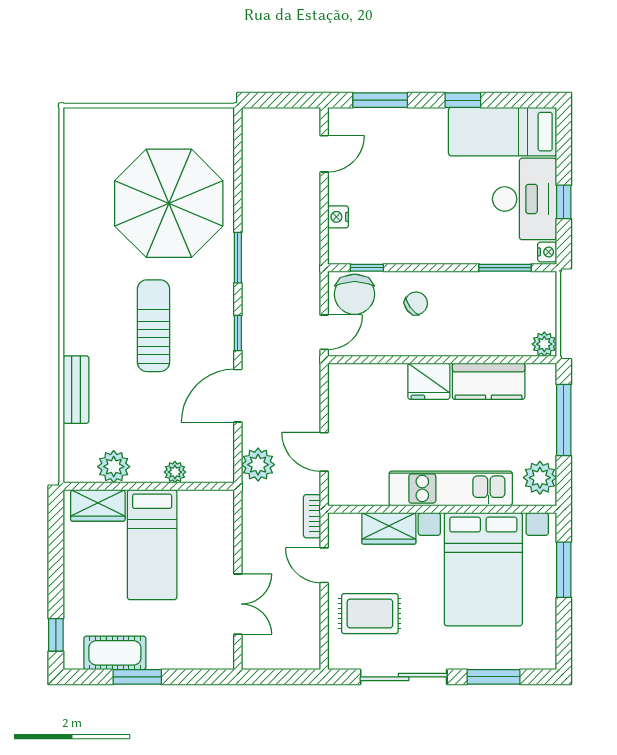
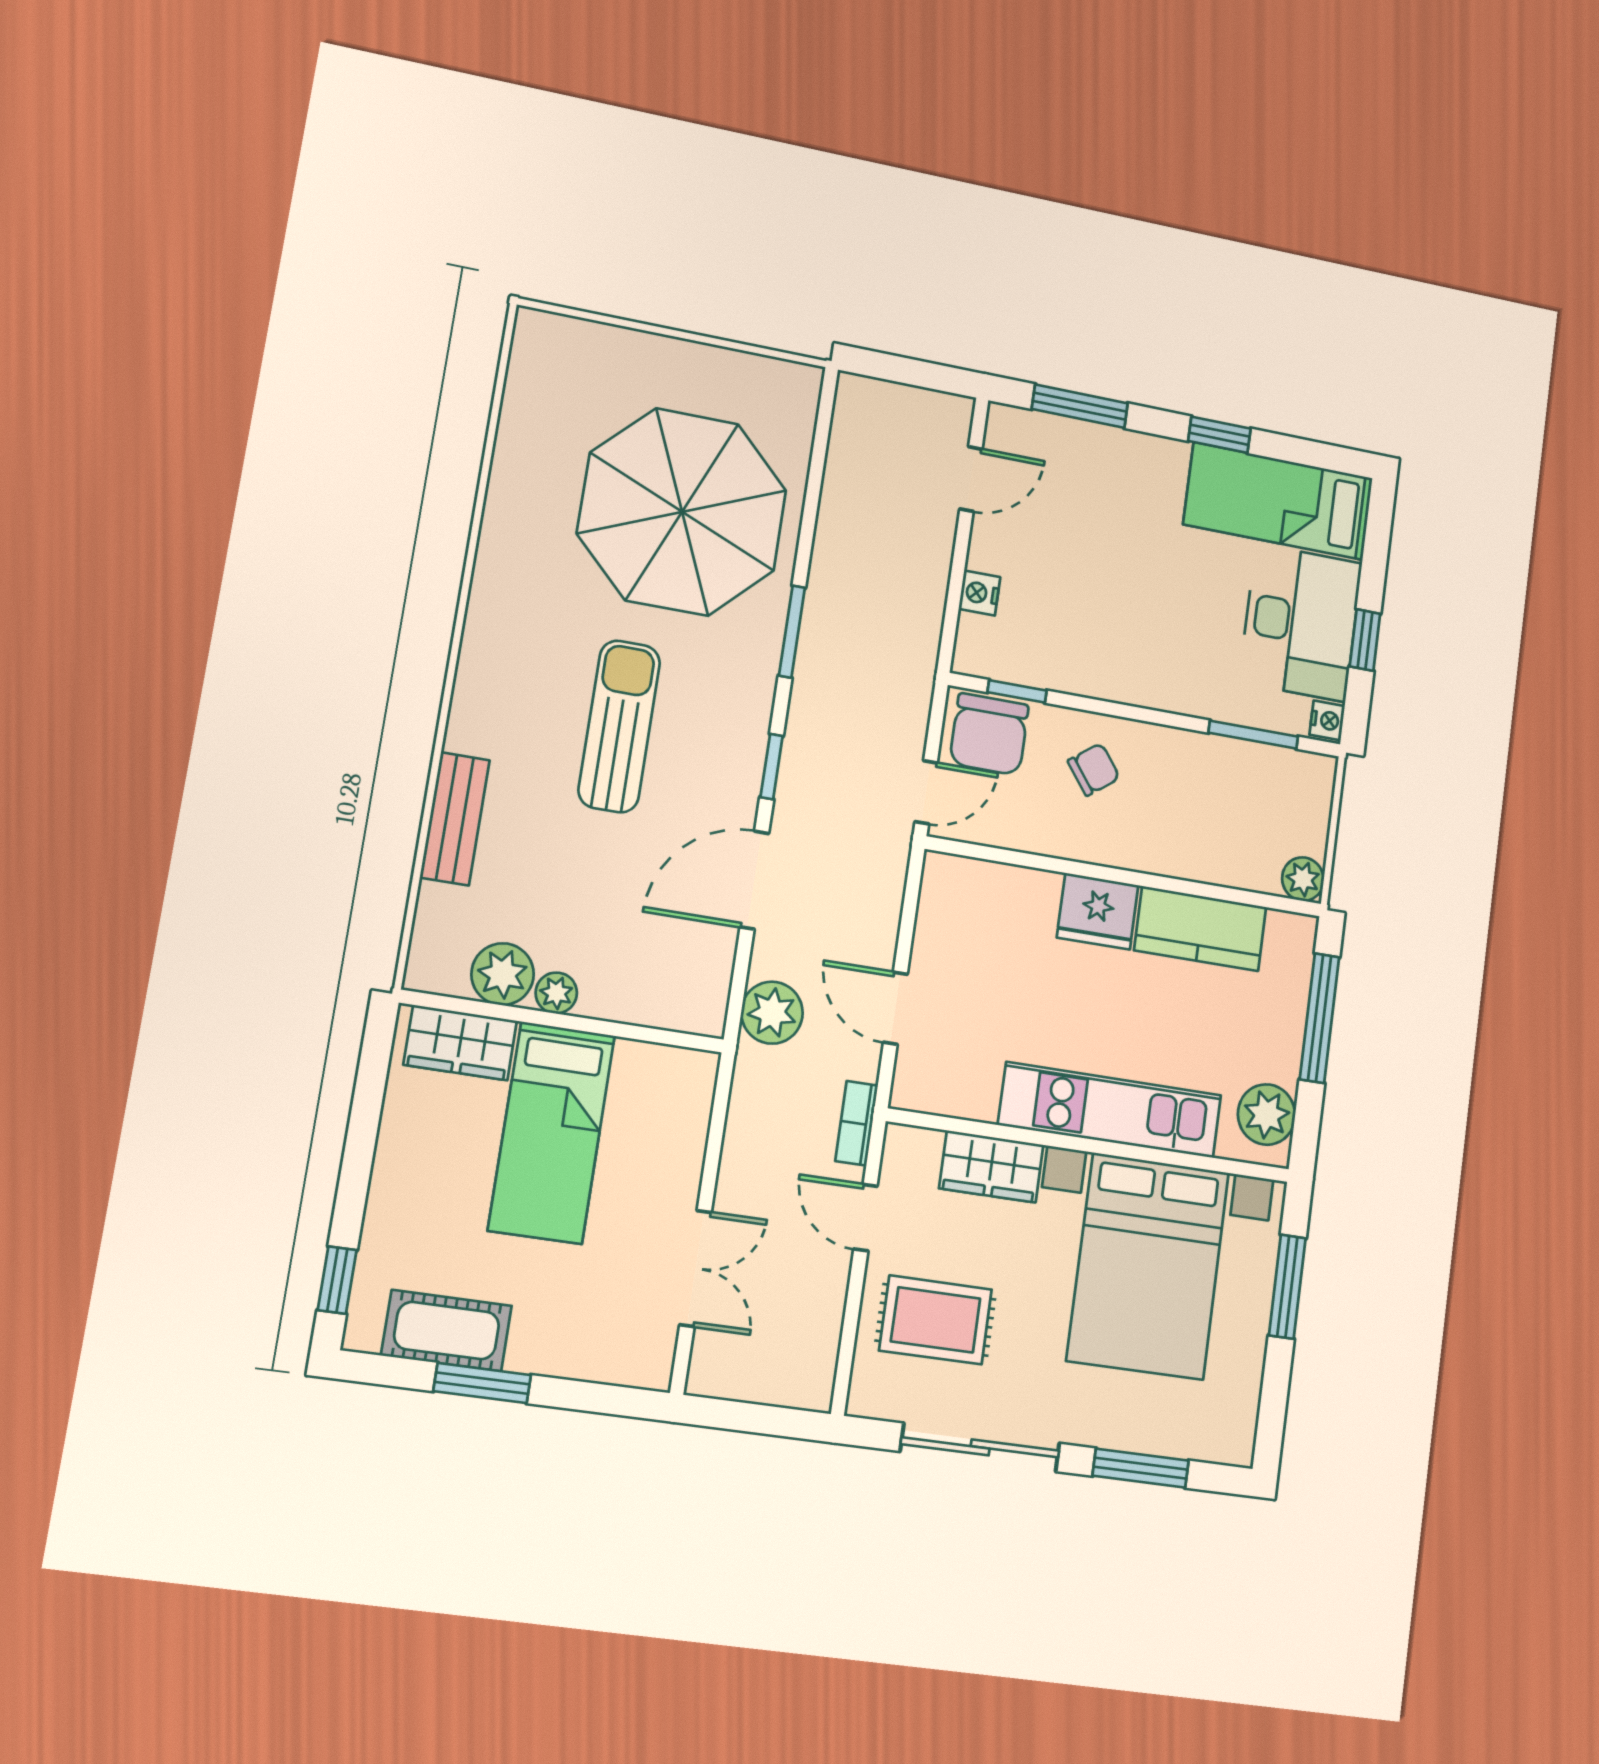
plant: (175, 472) -> (556, 993), moved

